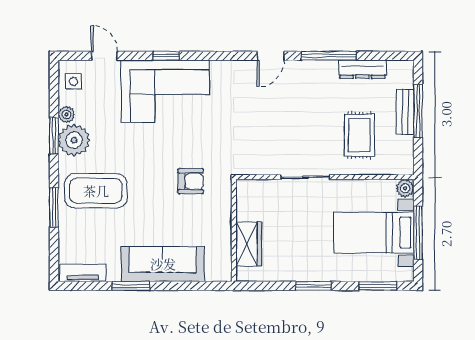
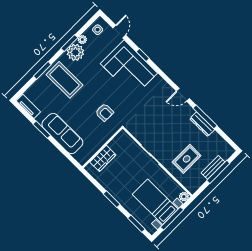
dresser: (362, 69) -> (202, 124), moved

